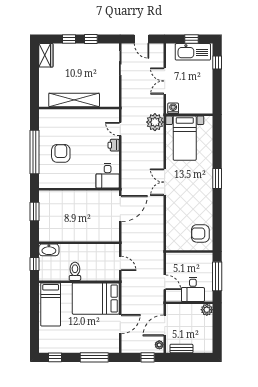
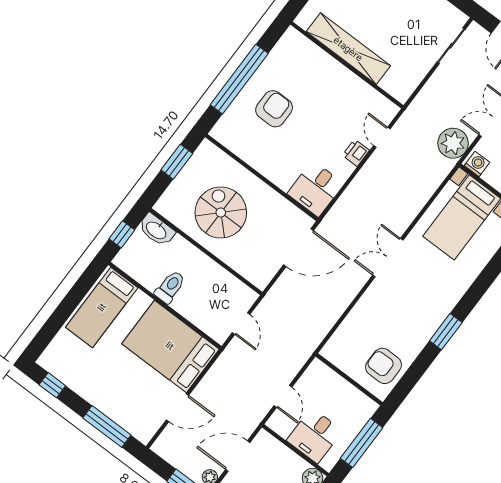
plant: (155, 122) -> (453, 143), moved
window: (217, 178) -> (446, 332), moved
spiral stairs: (72, 220) -> (221, 213), added

